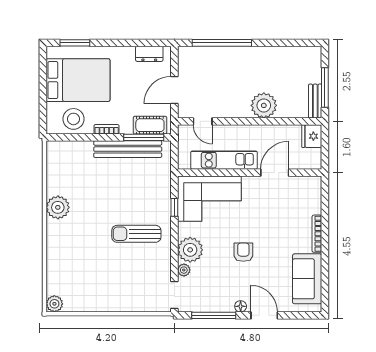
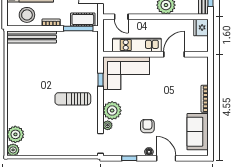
bench: (128, 149) -> (32, 37), moved
plant: (58, 207) -> (15, 134), moved
armchair: (243, 252) -> (147, 126), moved
window: (214, 315) -> (129, 158), width x0.46

